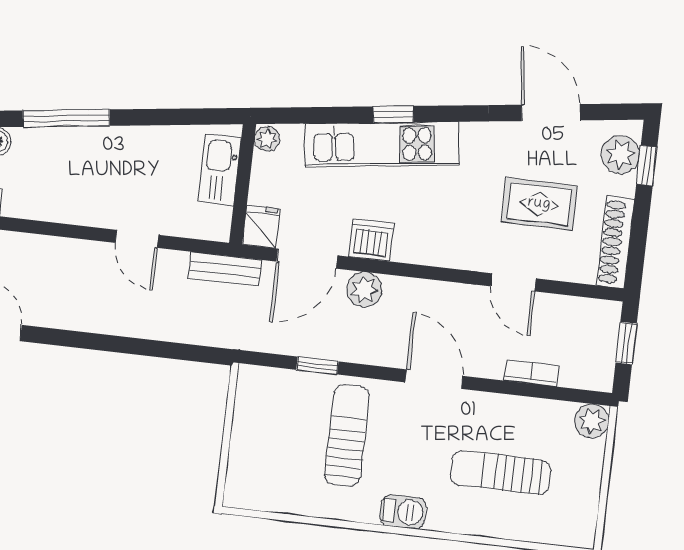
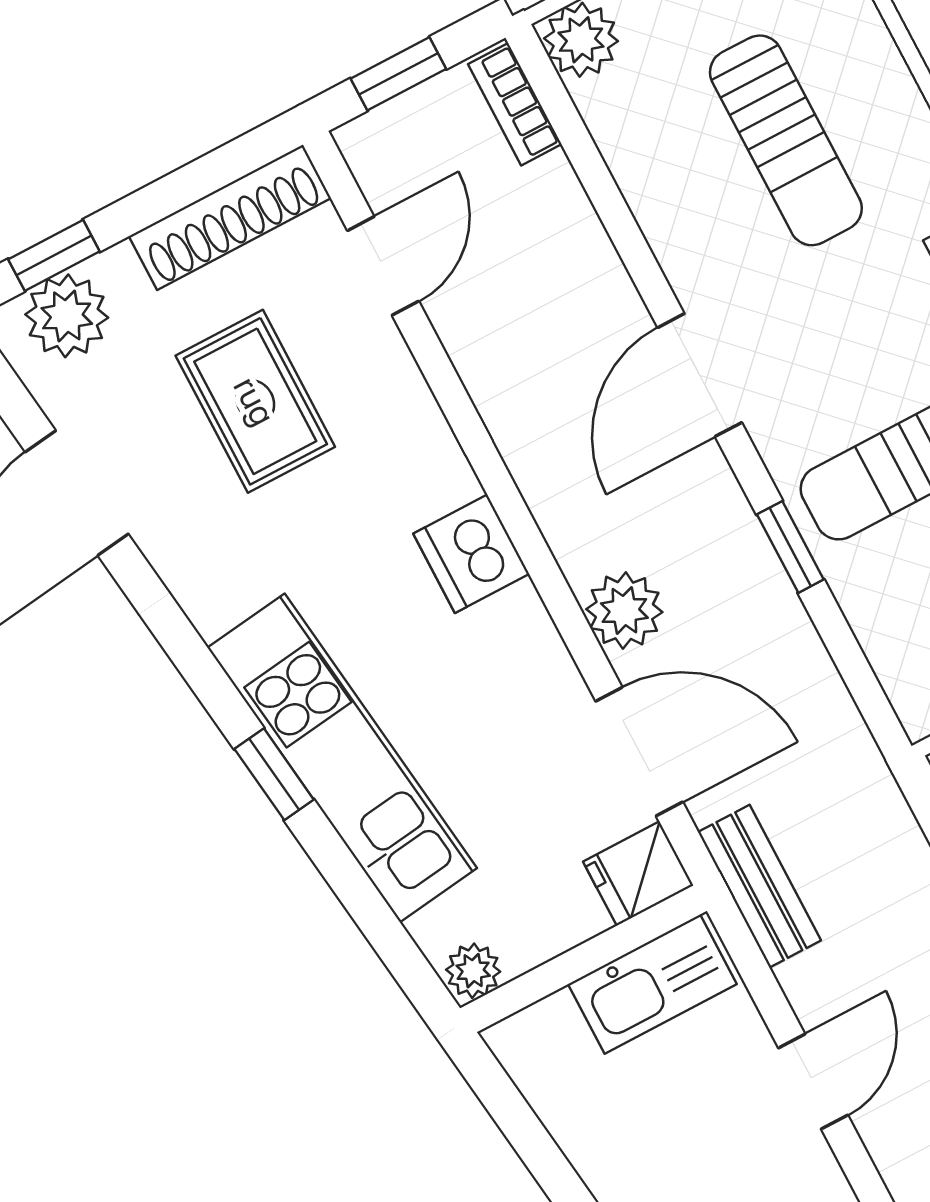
kitchen sink: (219, 170) -> (652, 984), moved
dishwasher: (371, 240) -> (471, 554), moved
door: (513, 282) -> (383, 266), moved
window: (317, 366) -> (790, 547), moved
bookcase: (531, 373) -> (515, 104), moved

